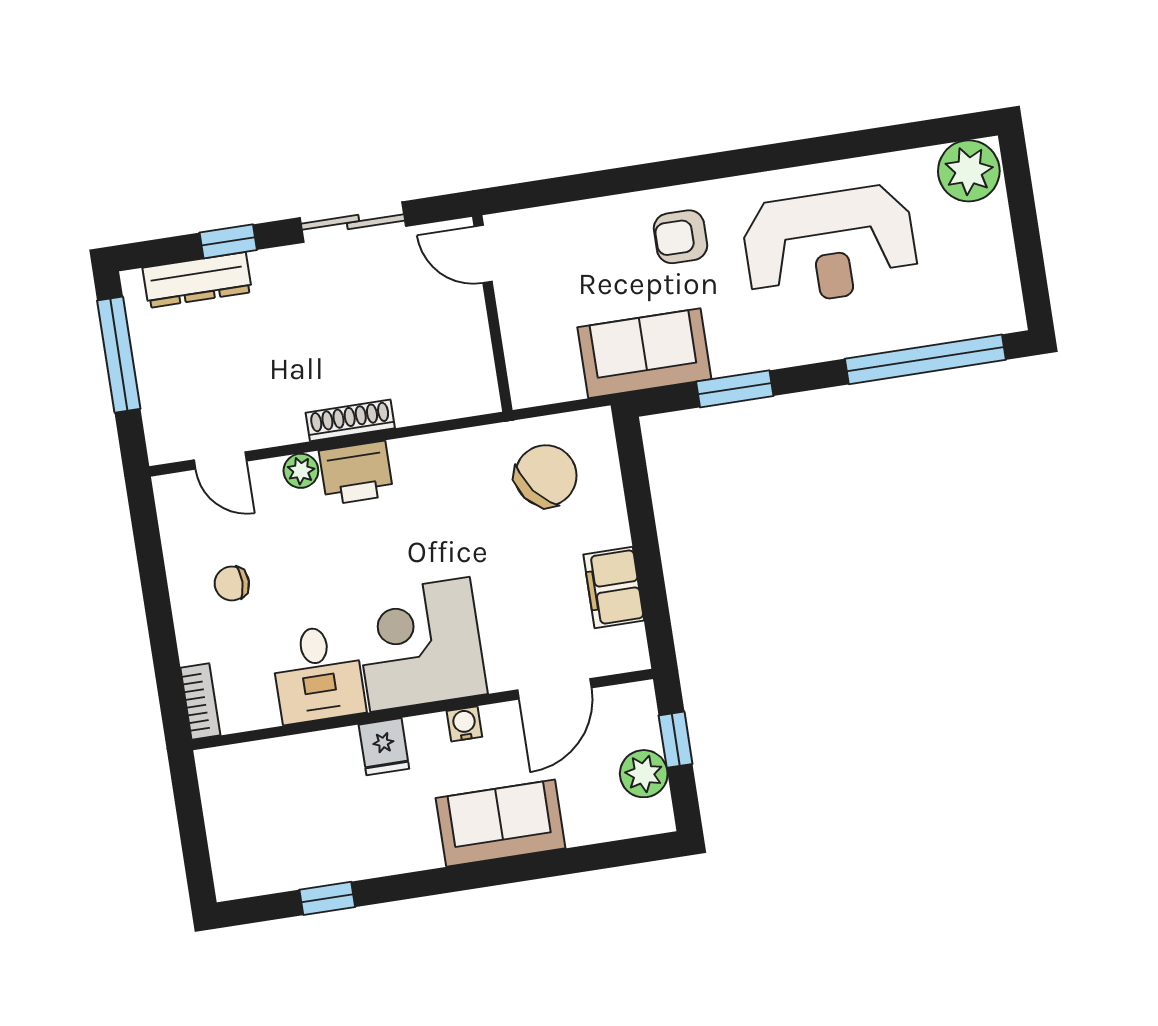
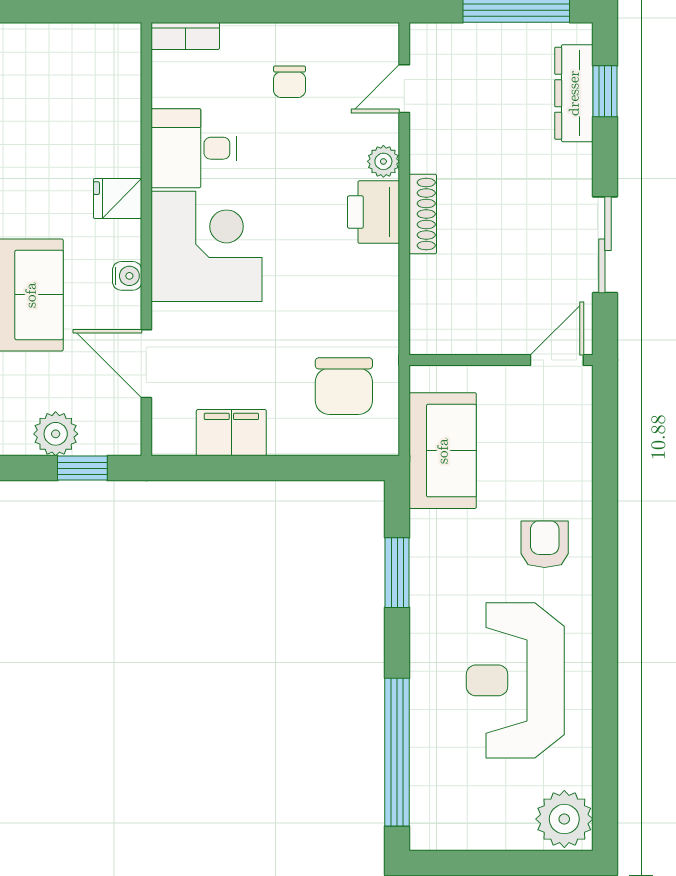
window: (228, 241) -> (605, 91), moved
sofa: (644, 353) -> (443, 451), moved
chair: (546, 476) -> (344, 386), turned 38
chair: (232, 583) -> (290, 82), turned 180

